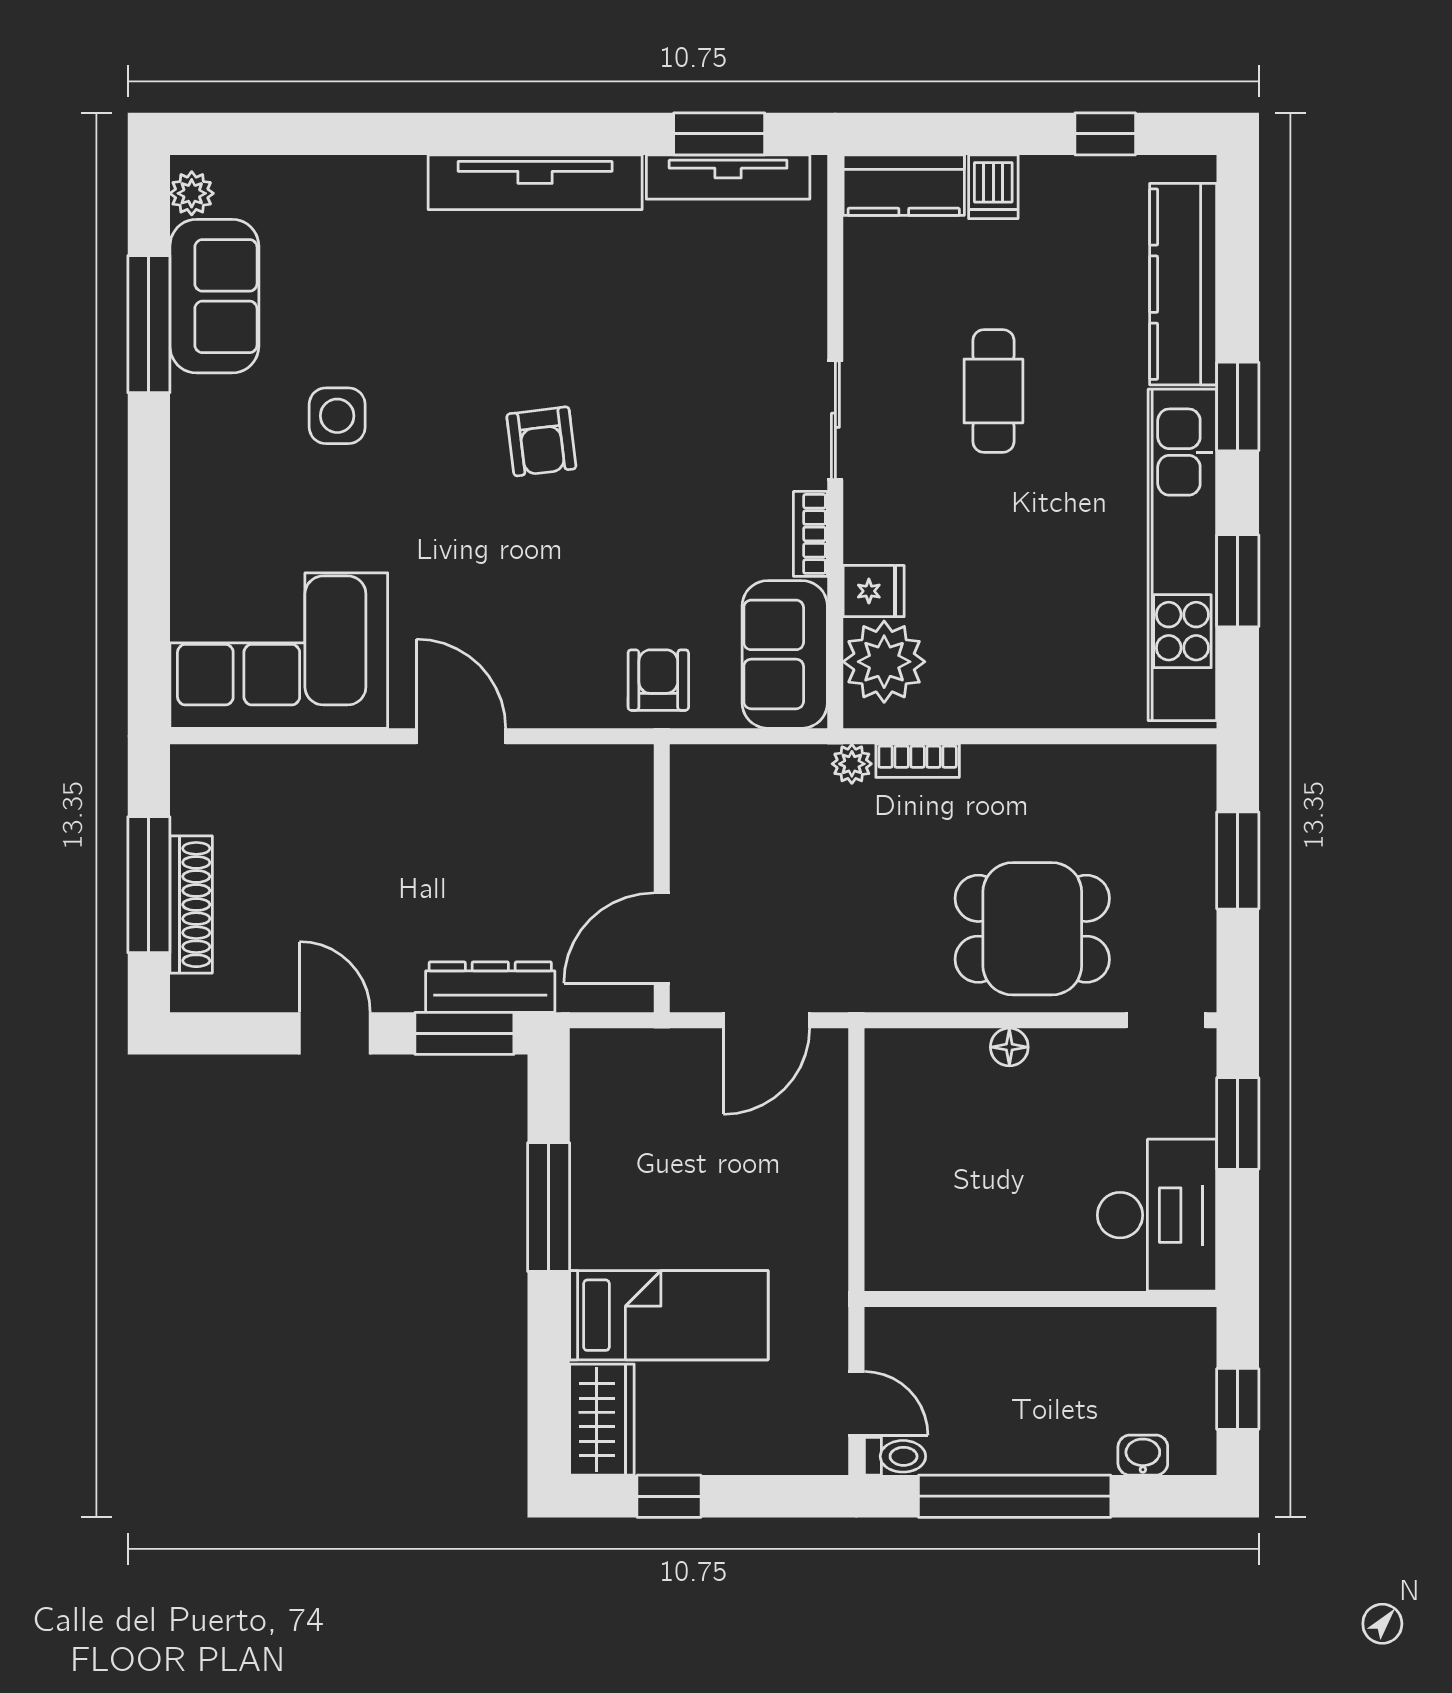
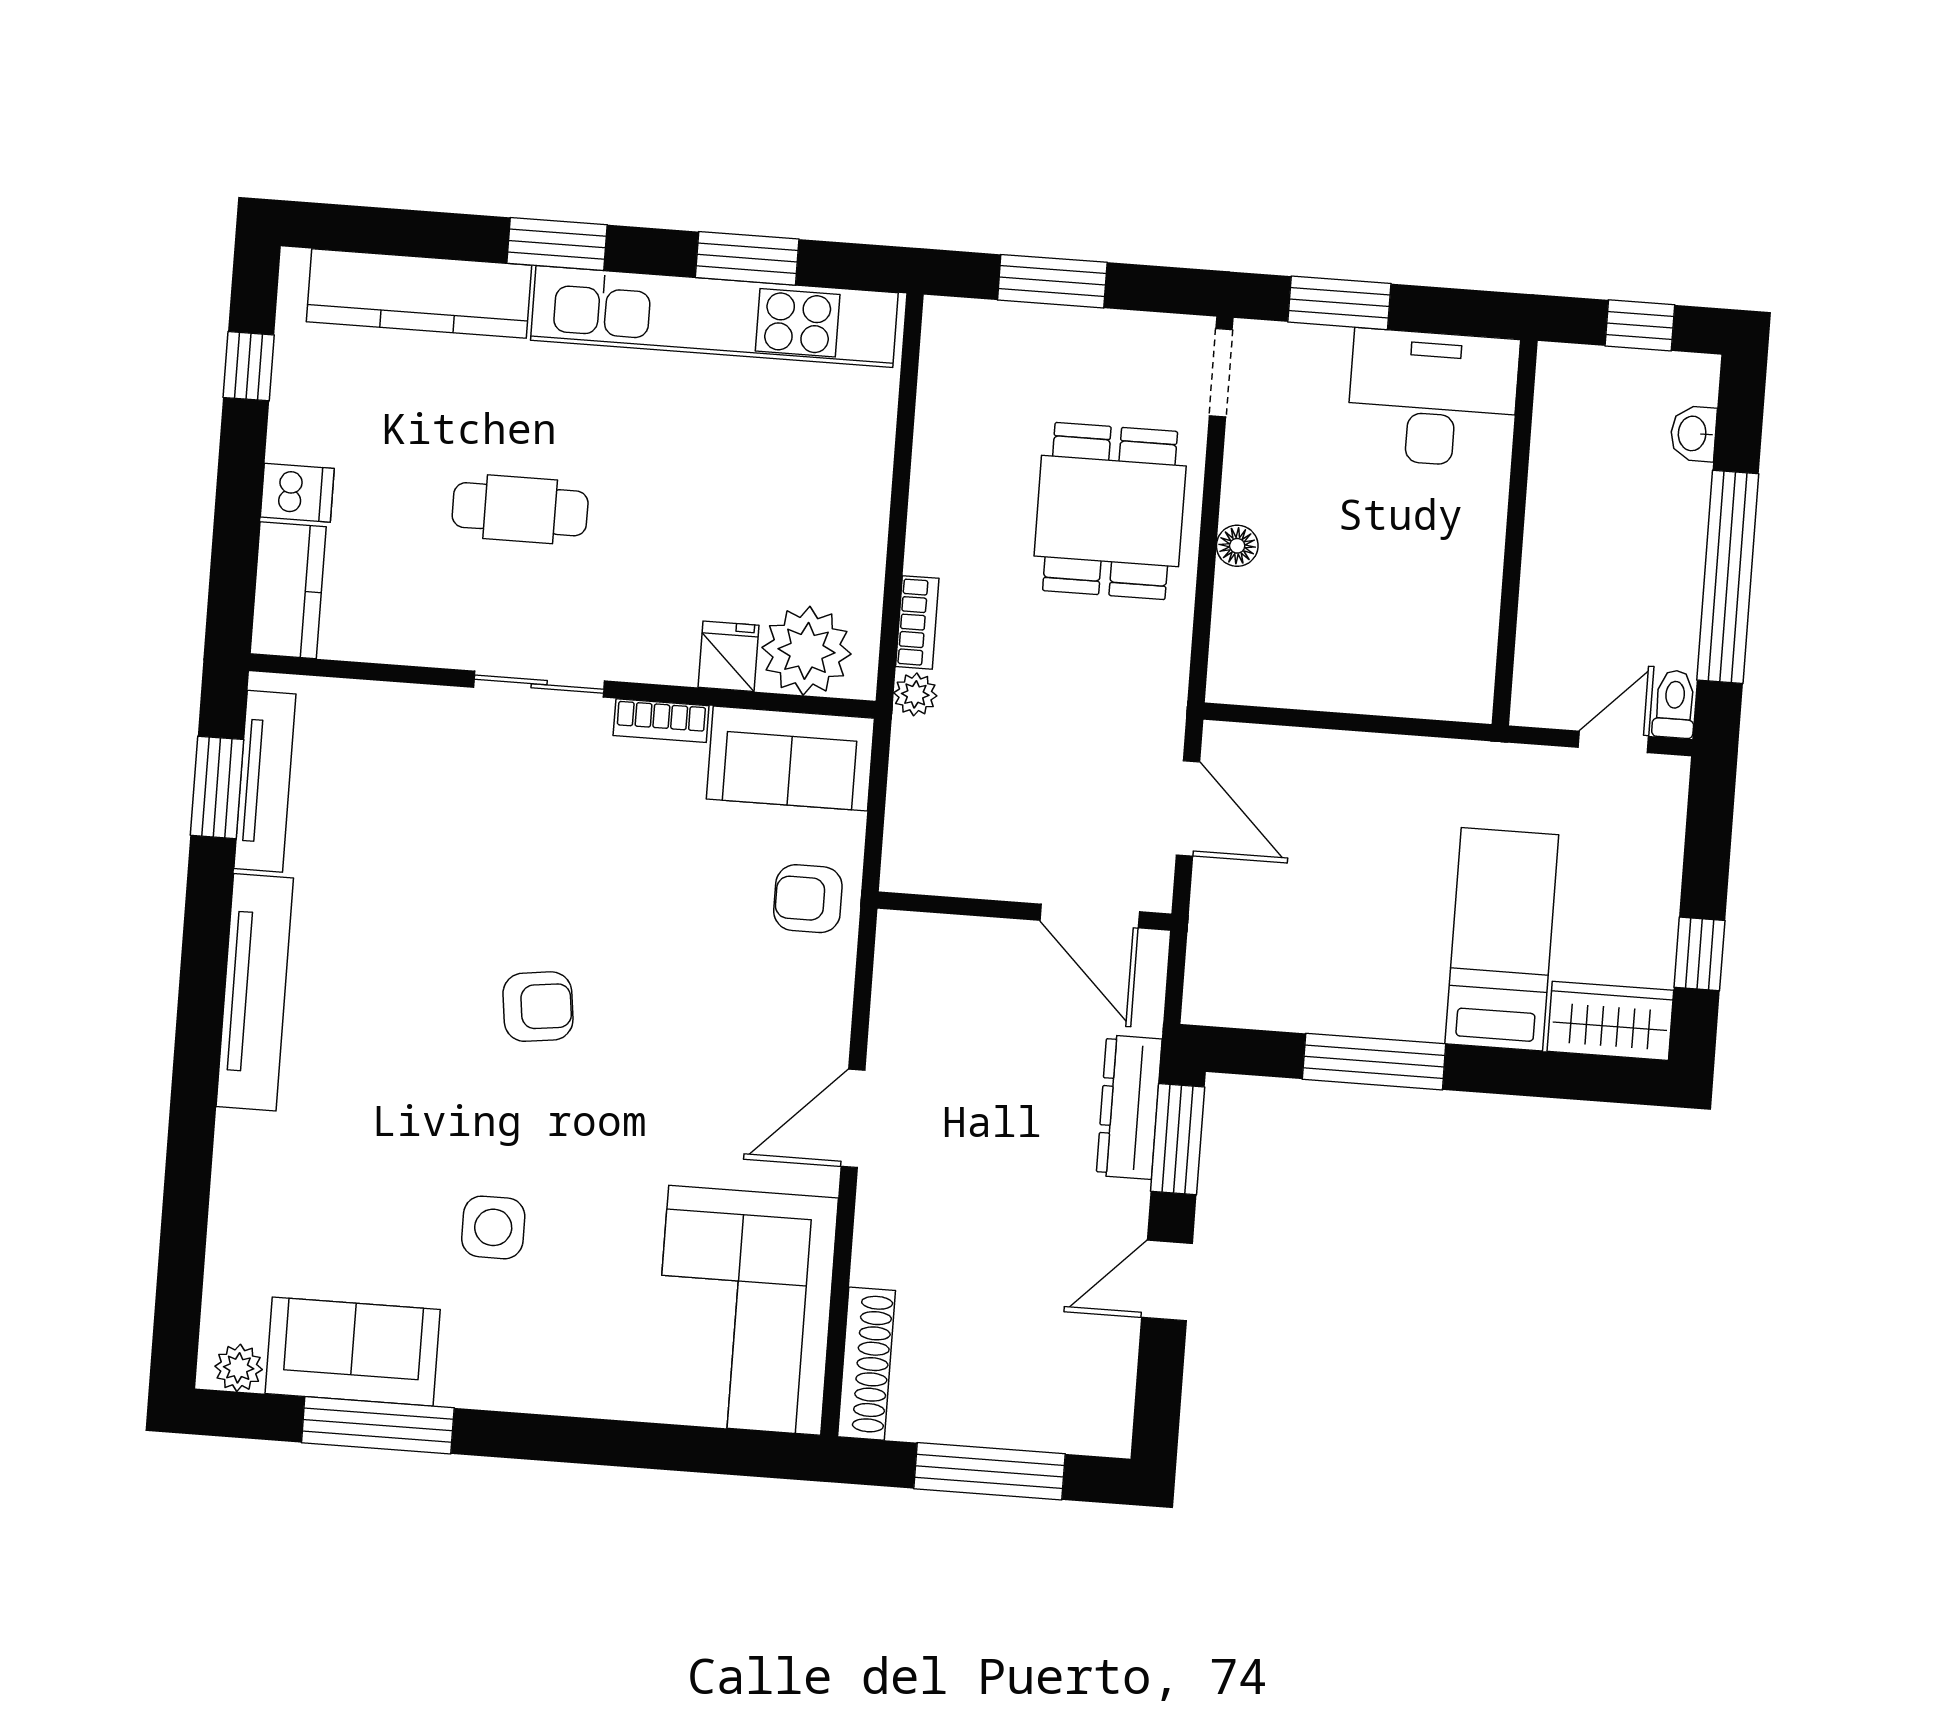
shoe rack: (191, 905) -> (866, 1364), moved, turned 90

